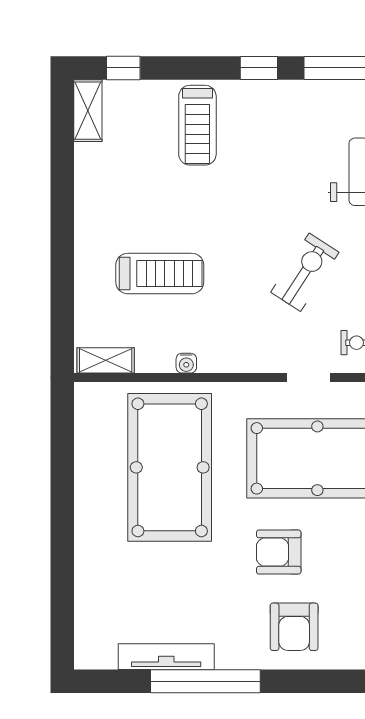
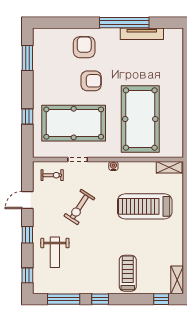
treadmill: (160, 274) -> (145, 206), width x1.37, depth x1.38
water cooler: (186, 363) -> (113, 166), moved

